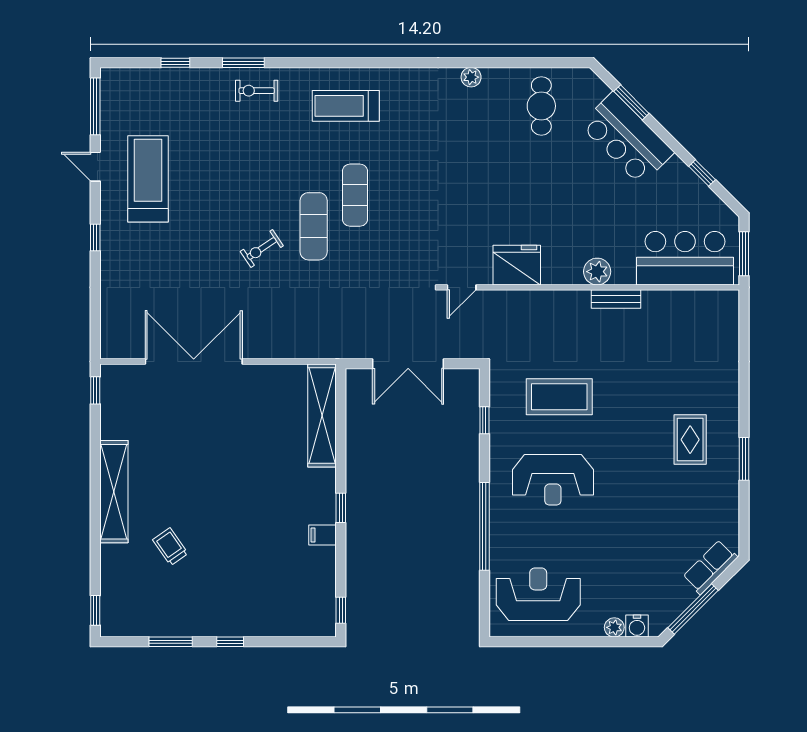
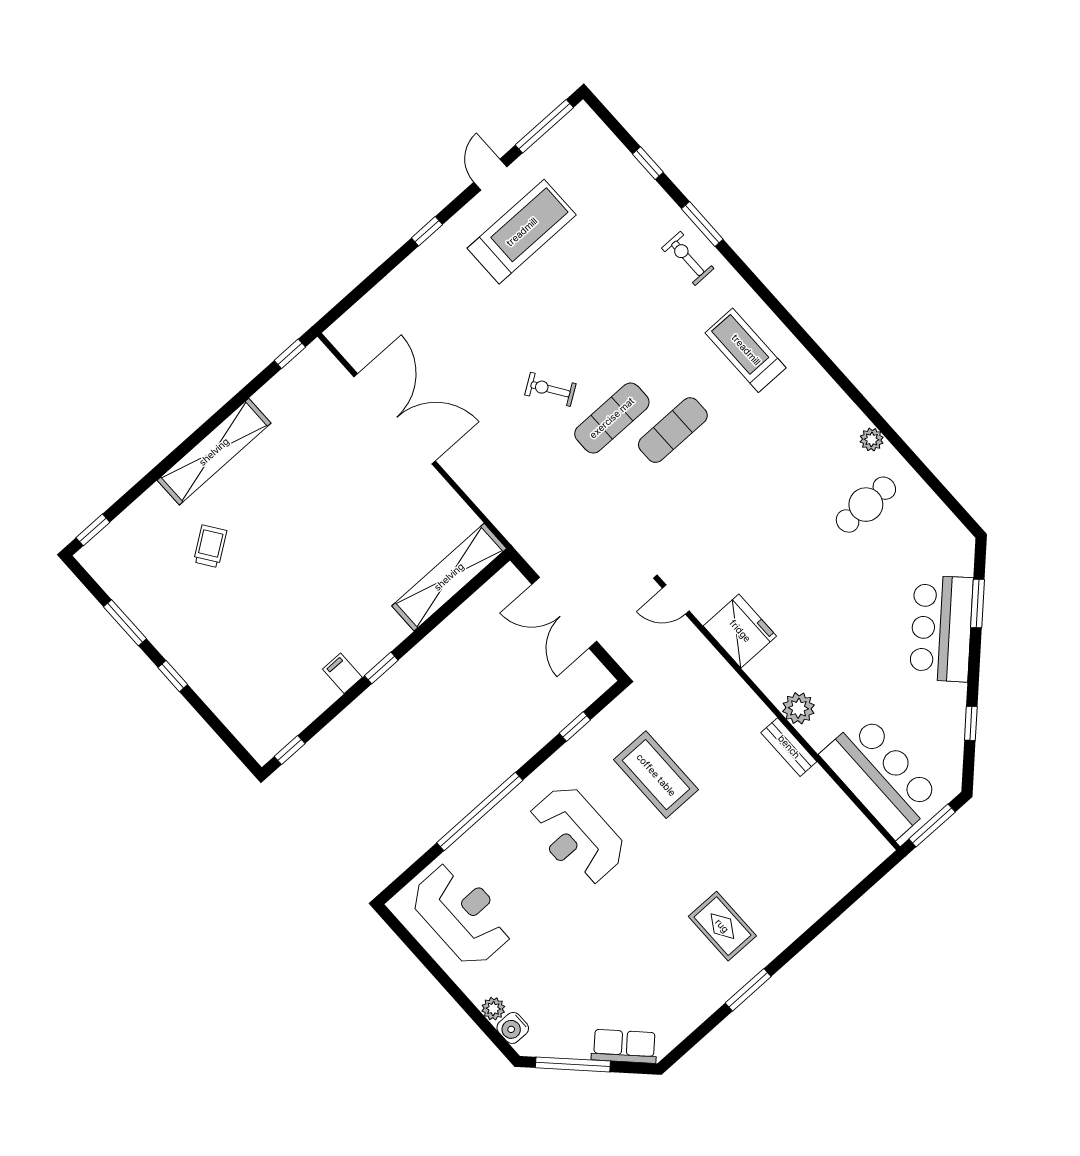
cafe table: (541, 106) -> (866, 505), moved
rug: (690, 440) -> (722, 926), turned 90

